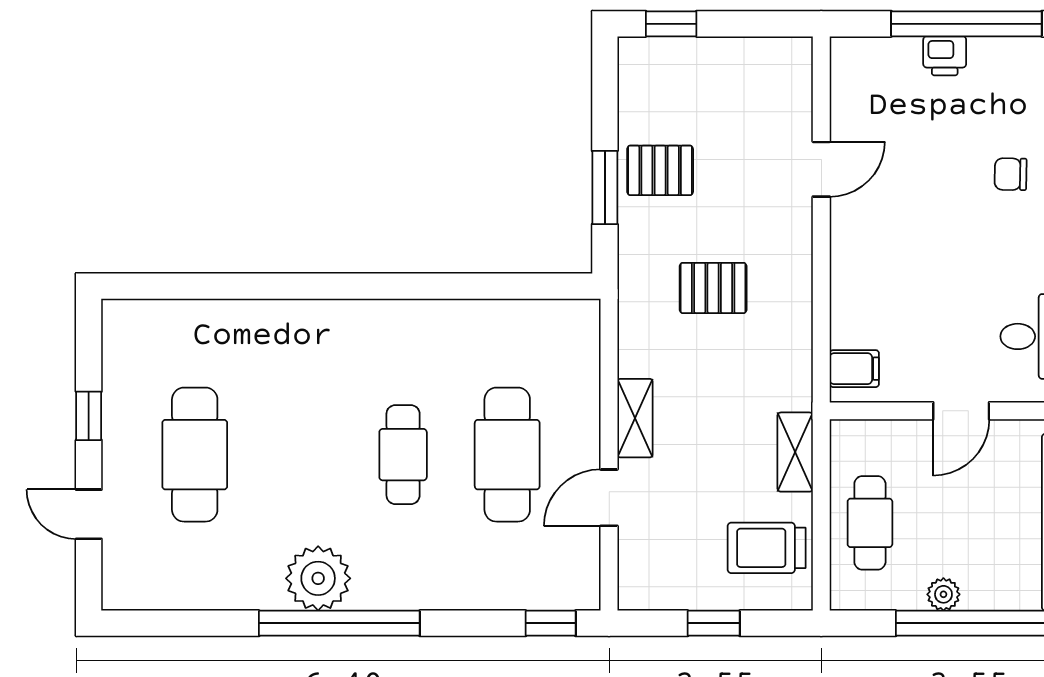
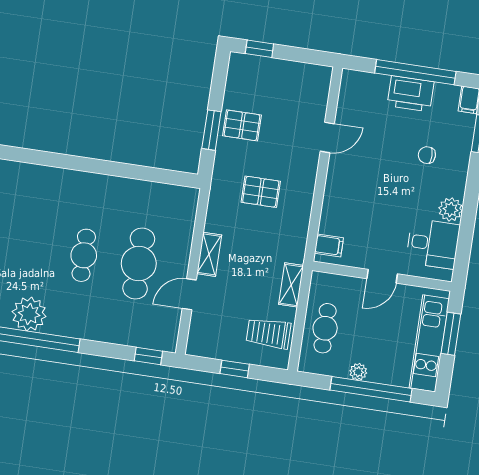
printer: (945, 56) -> (411, 94), width x1.87, depth x1.48

